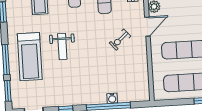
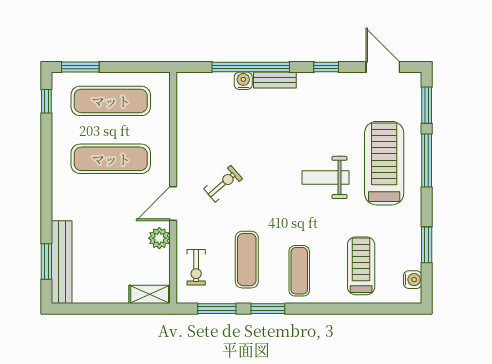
weight bench: (62, 47) -> (326, 177), turned -90
bench: (94, 100) -> (275, 80), added

